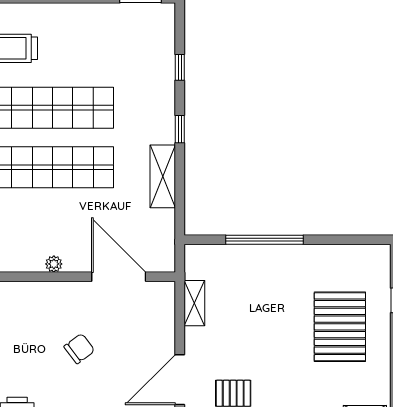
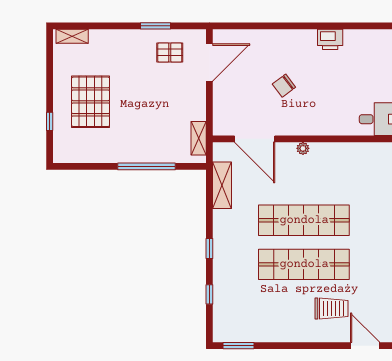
shelving: (163, 176) -> (222, 185), moved
shelving: (194, 303) -> (199, 138), moved

